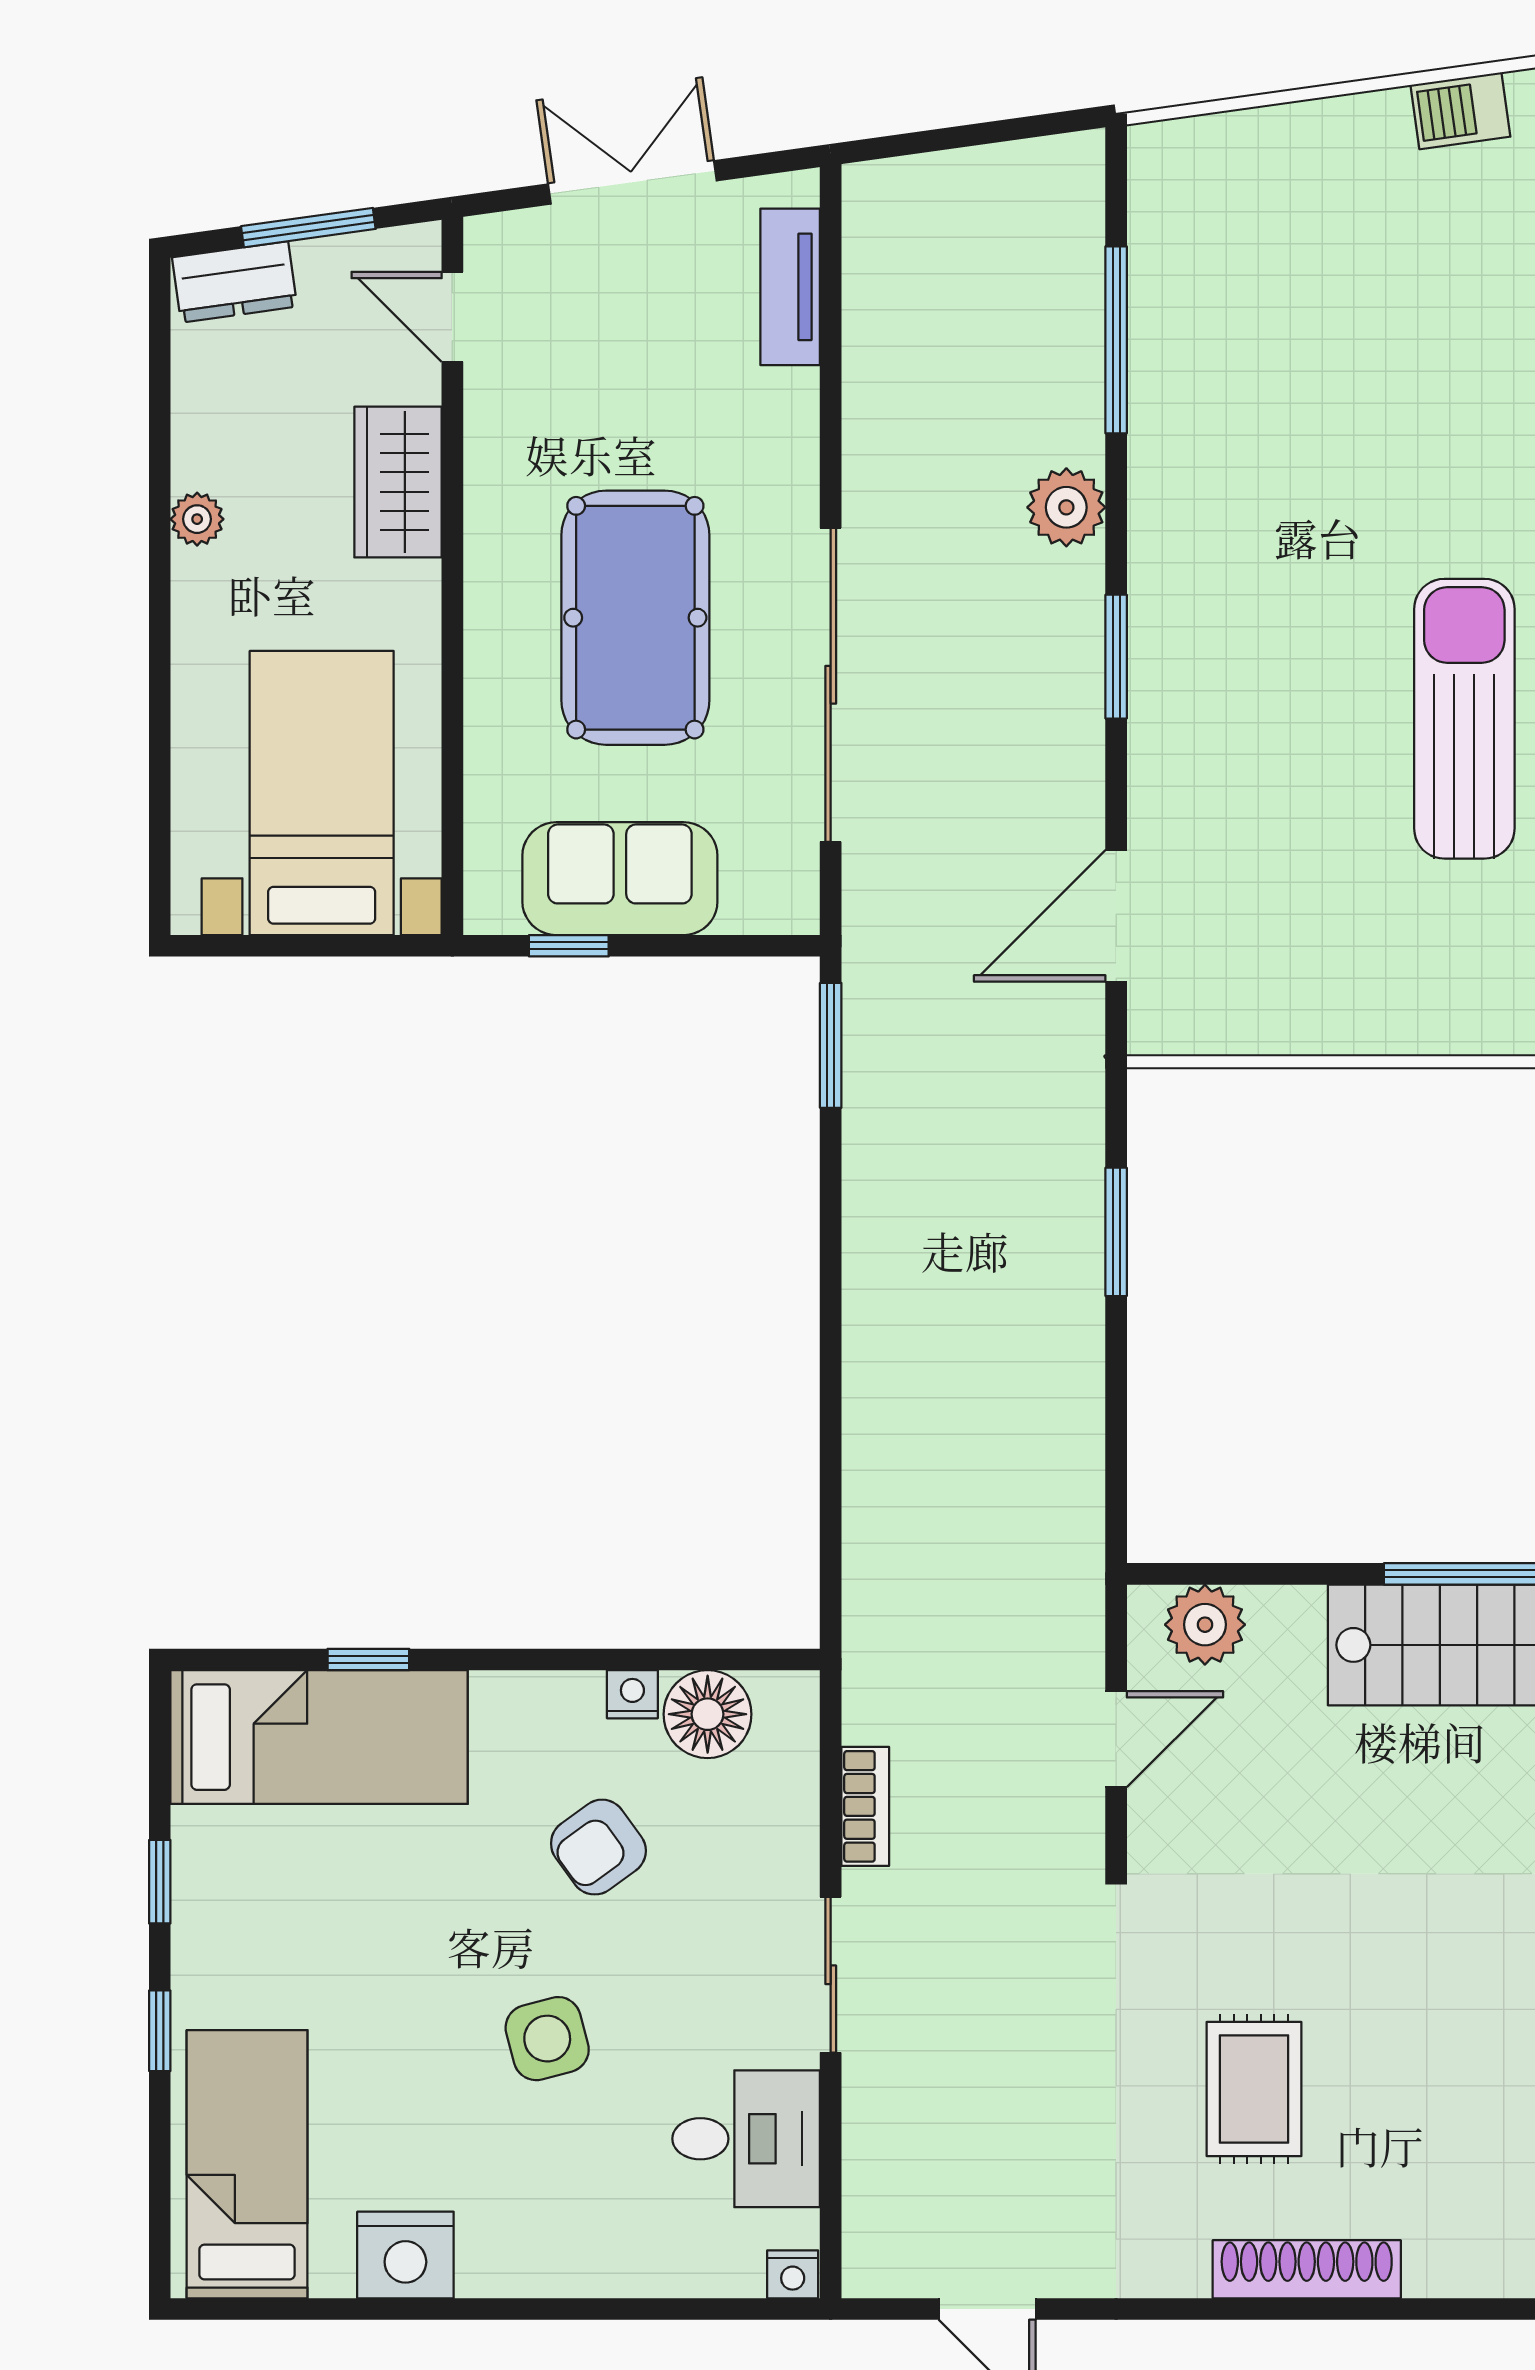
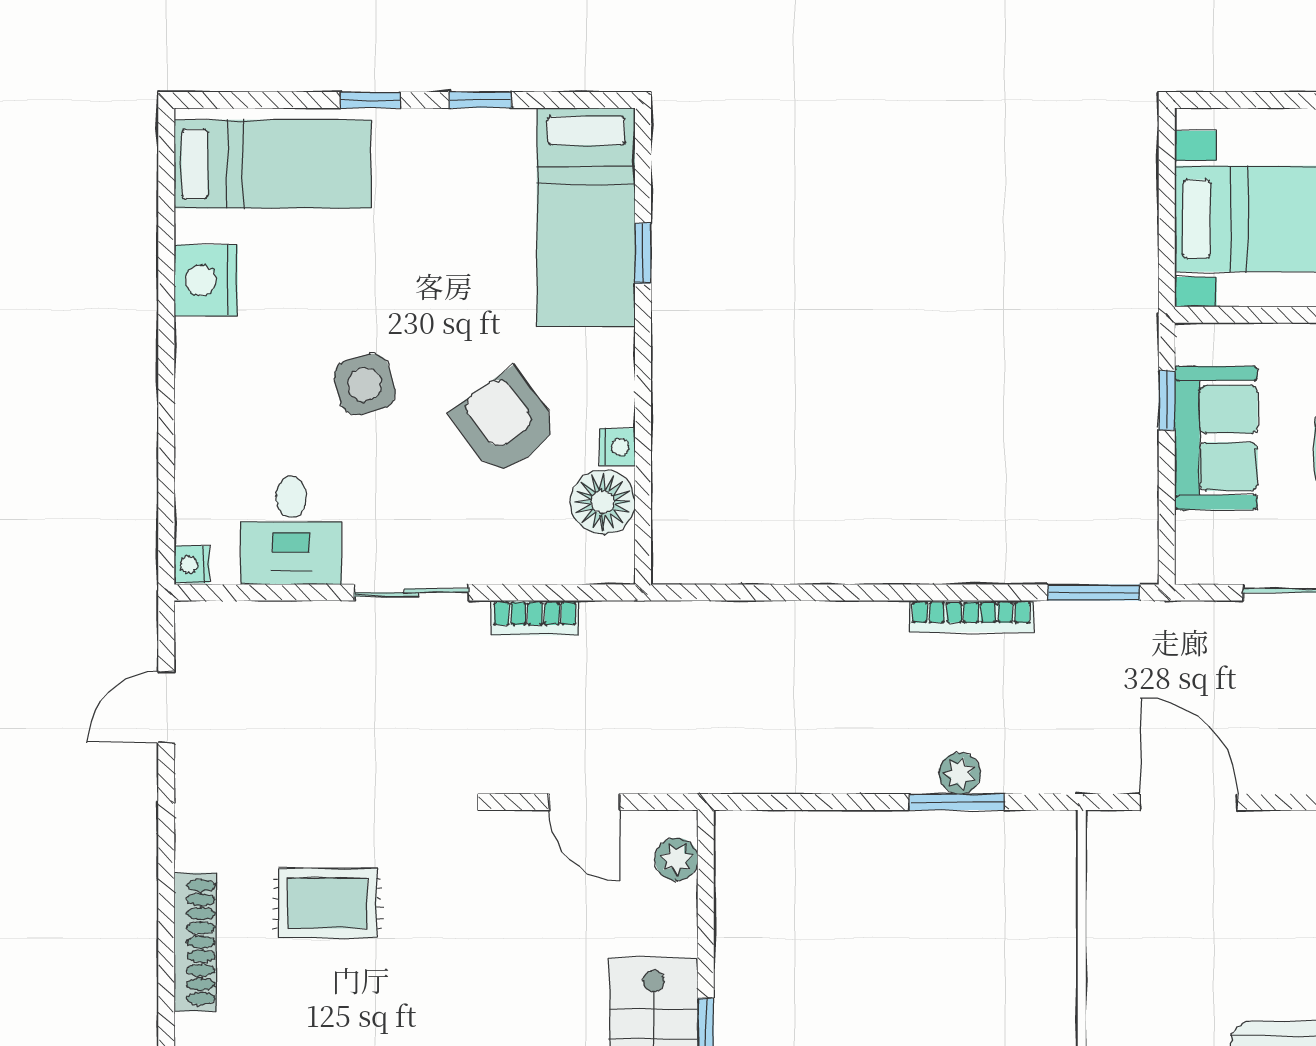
bookcase: (863, 1212) -> (971, 616), added
plant: (1077, 1228) -> (960, 773), added
plant: (1205, 1625) -> (677, 859), width x0.73, depth x0.73
armchair: (598, 1847) -> (505, 422), width x1.38, depth x1.38

